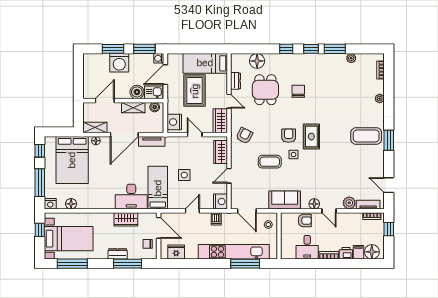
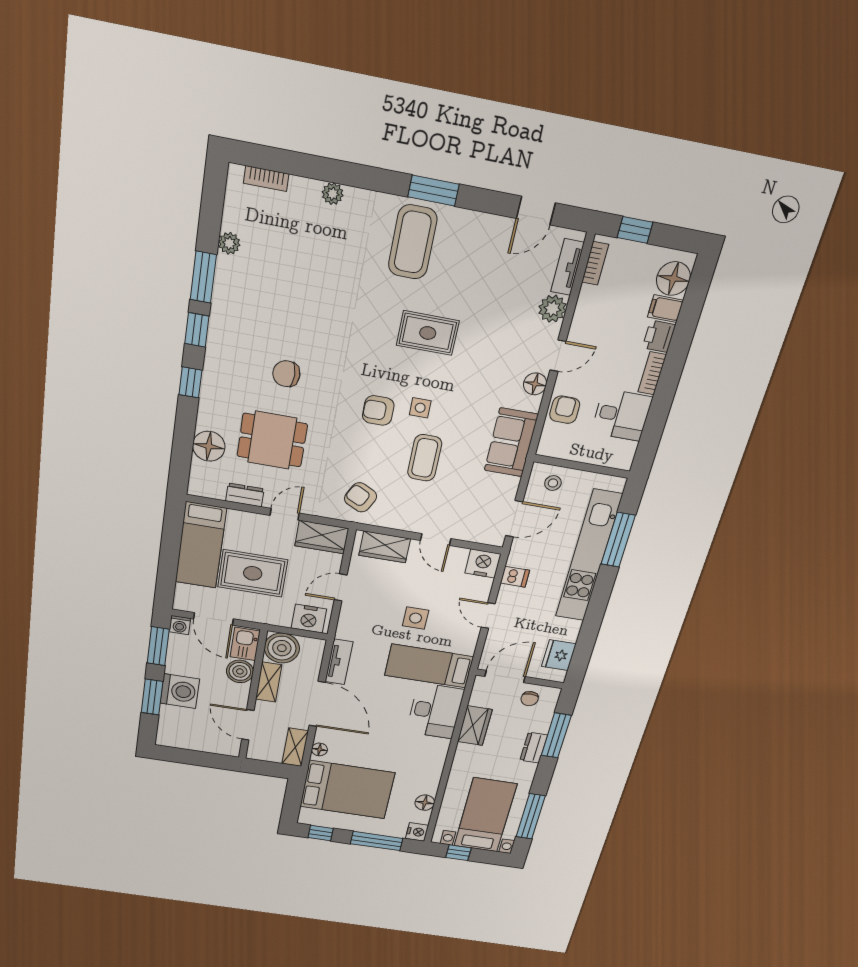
boiler: (155, 107) -> (282, 648), width x1.86, depth x1.86
rug: (311, 137) -> (428, 333), moved

